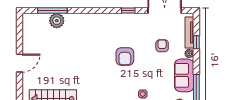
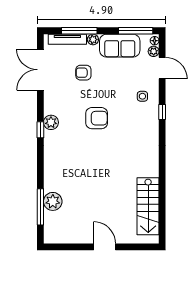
window: (128, 10) -> (40, 130), moved
plant: (121, 19) -> (51, 122), added
window: (196, 42) -> (79, 31), width x2.17

